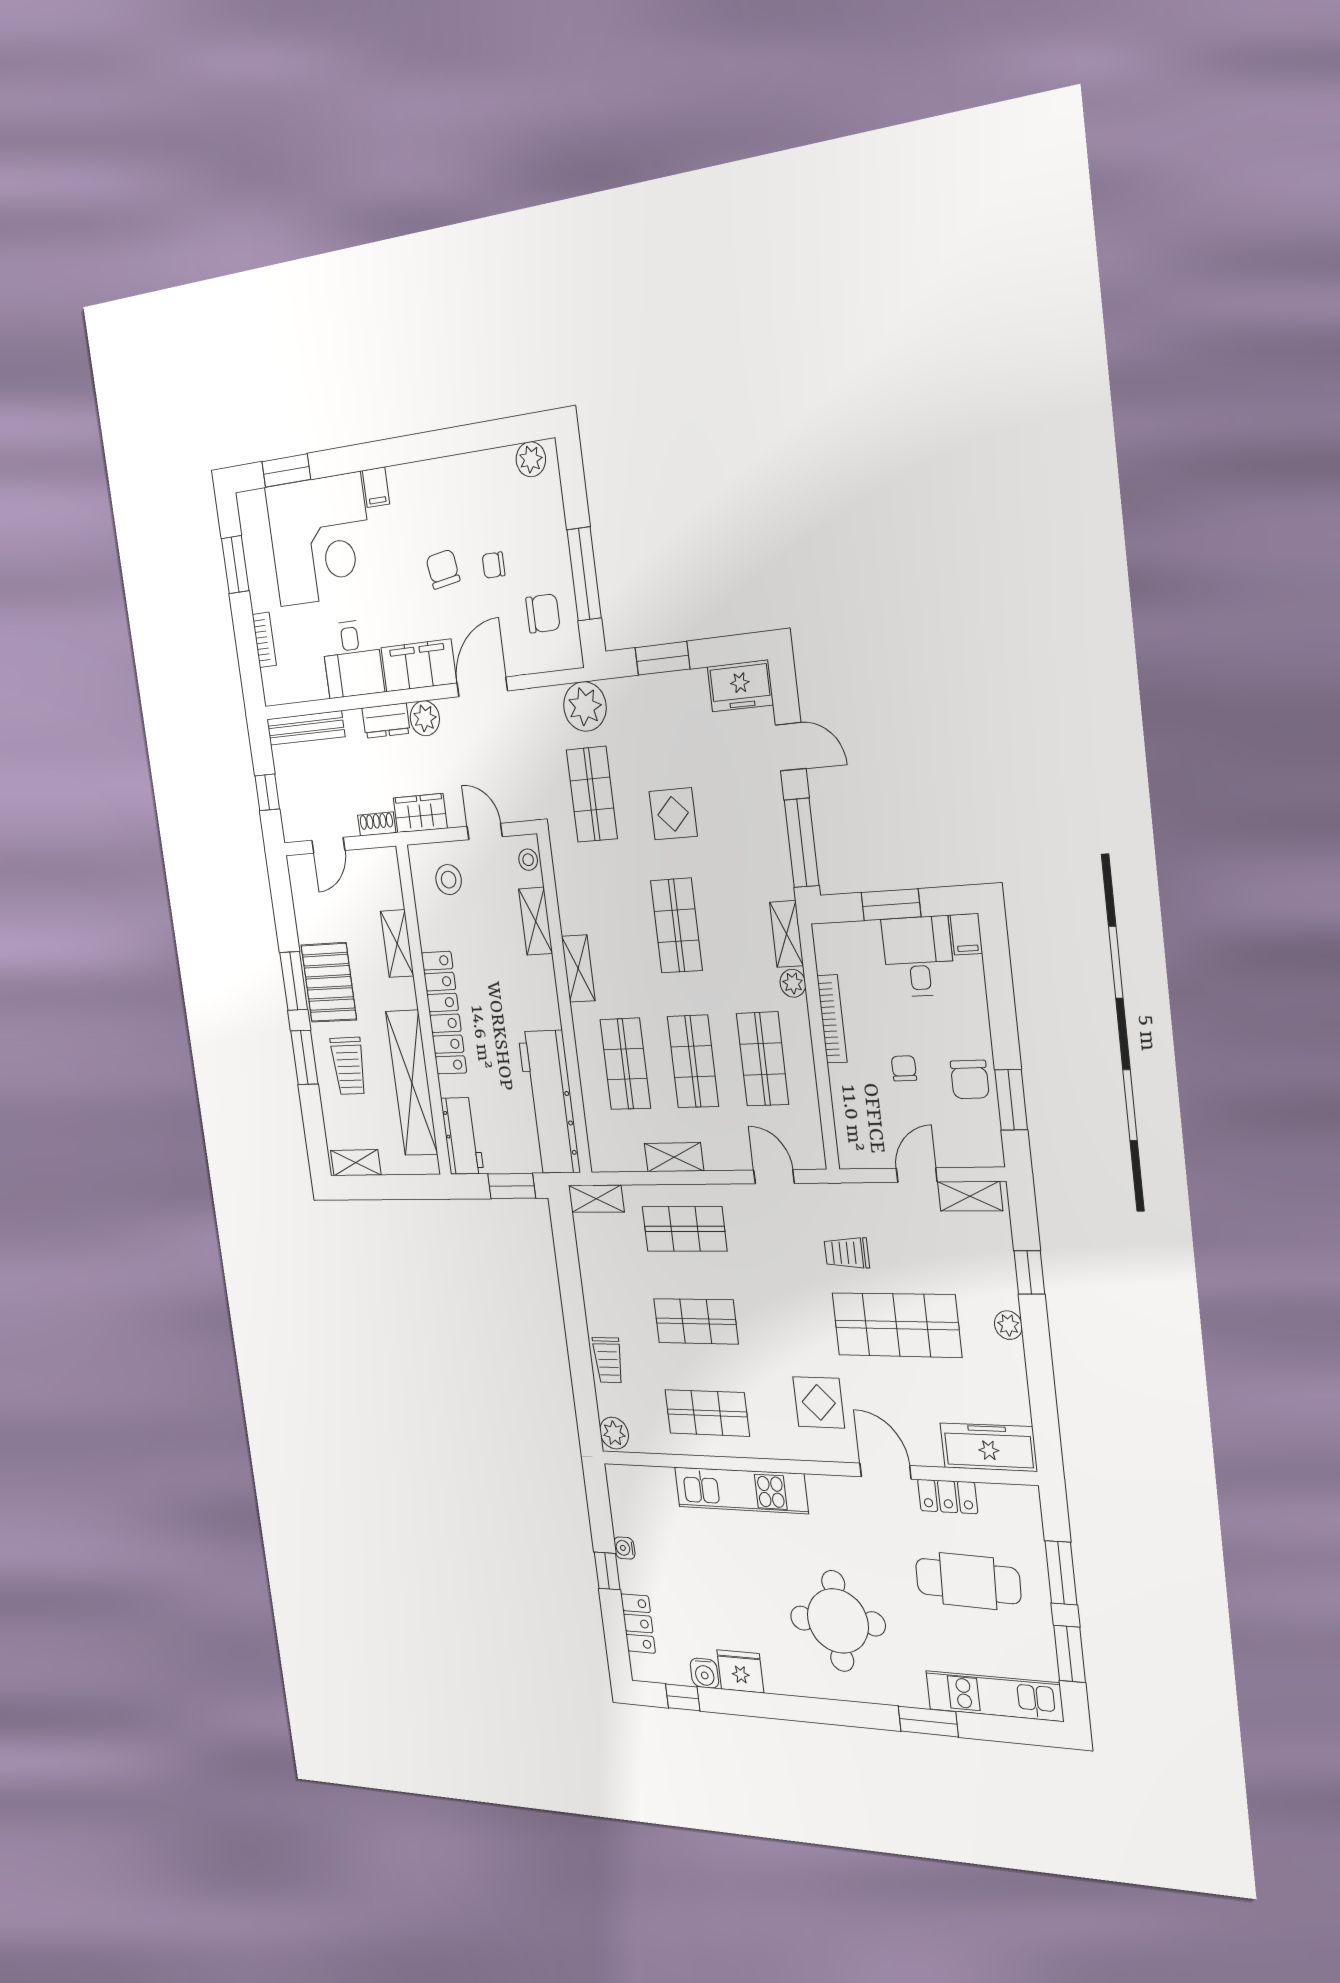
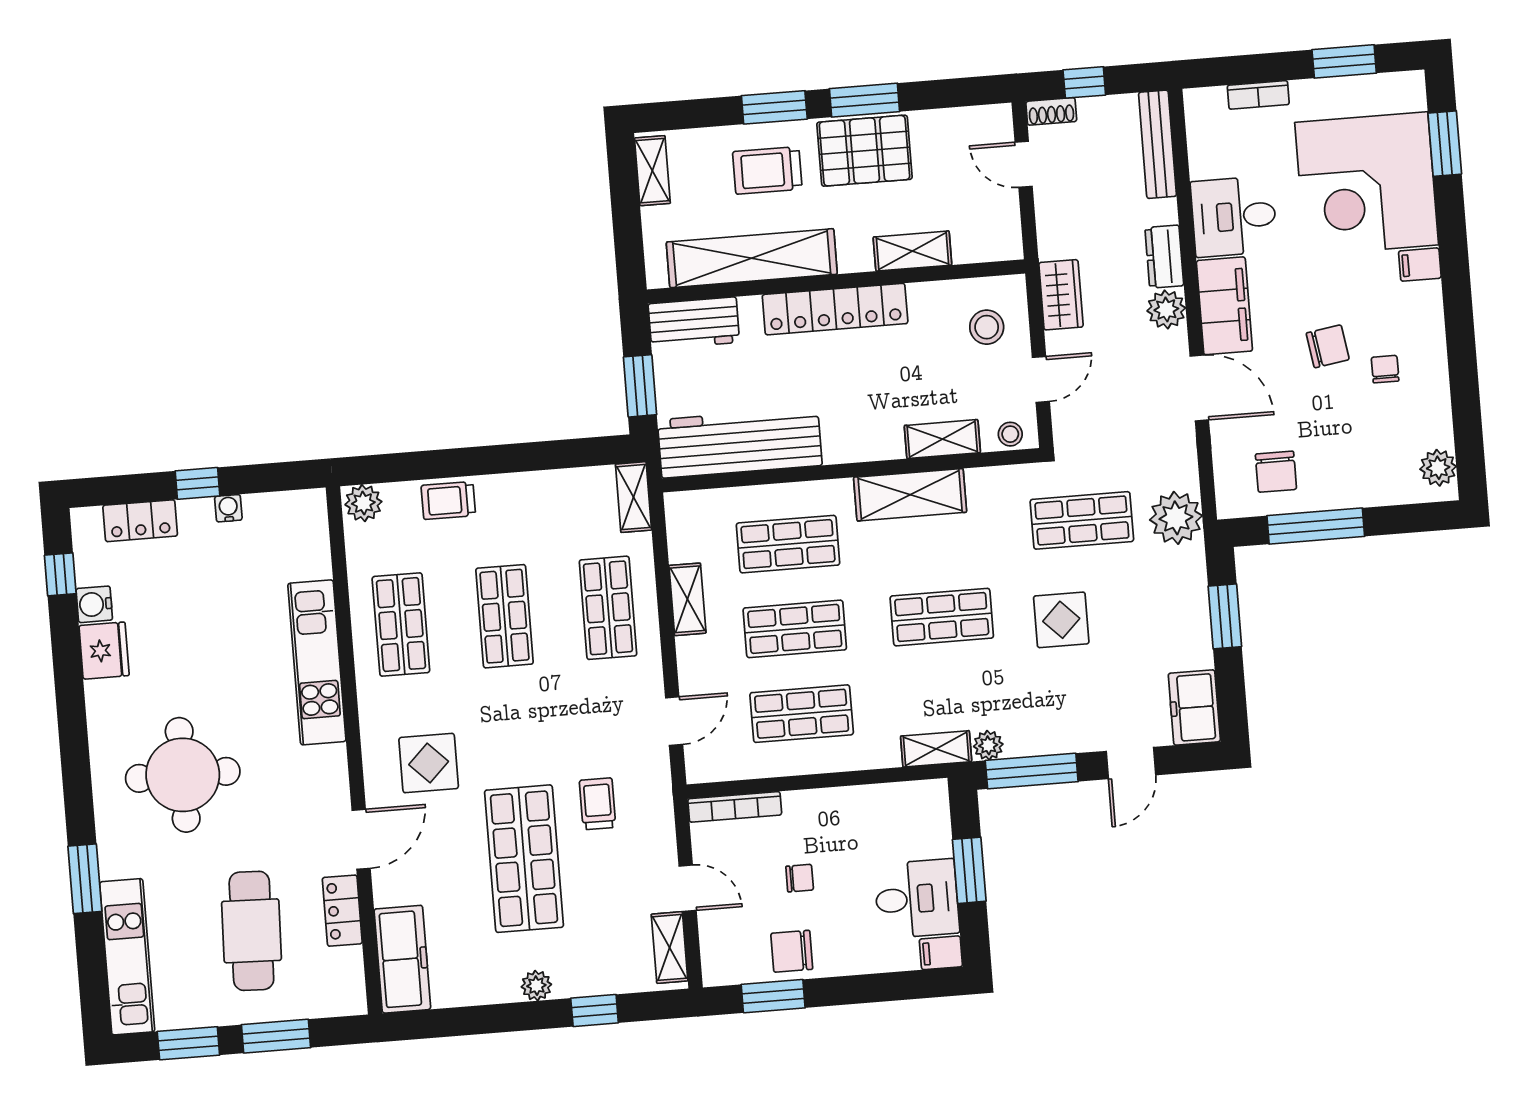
chair: (493, 565) -> (1385, 369), moved
shoe rack: (377, 824) -> (1051, 111), moved, turned 90
shelving: (578, 969) -> (910, 495), width x1.50, depth x1.33
plant: (793, 983) -> (988, 745), moved
bookcase: (832, 1019) -> (735, 807), moved

